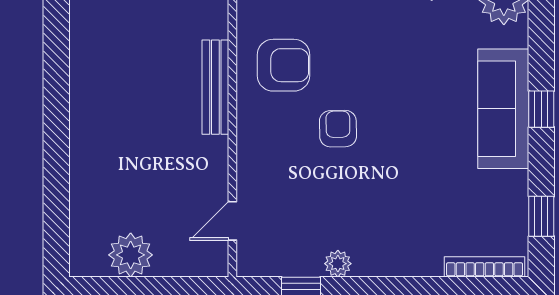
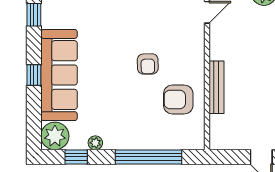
sofa: (503, 109) -> (59, 75), width x1.36, depth x1.27

